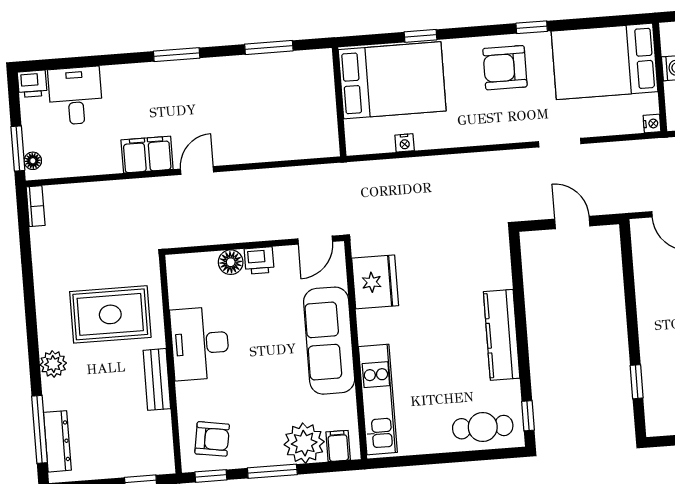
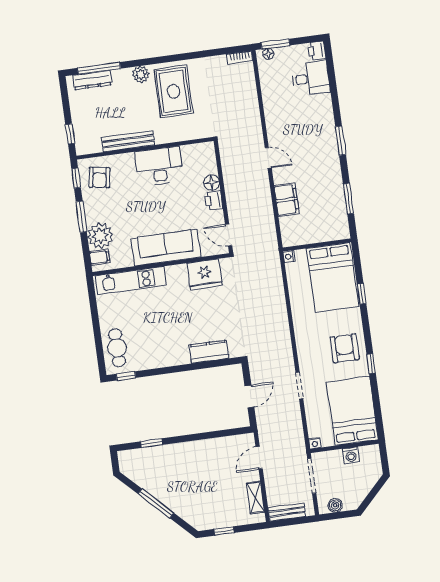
nightstand: (405, 143) -> (289, 257), moved
filing cabinet: (147, 155) -> (286, 200), moved
rug: (110, 314) -> (174, 91), moved
kitchen counter: (502, 335) -> (209, 352), moved, width x0.67
bench: (157, 379) -> (128, 141), width x1.36

